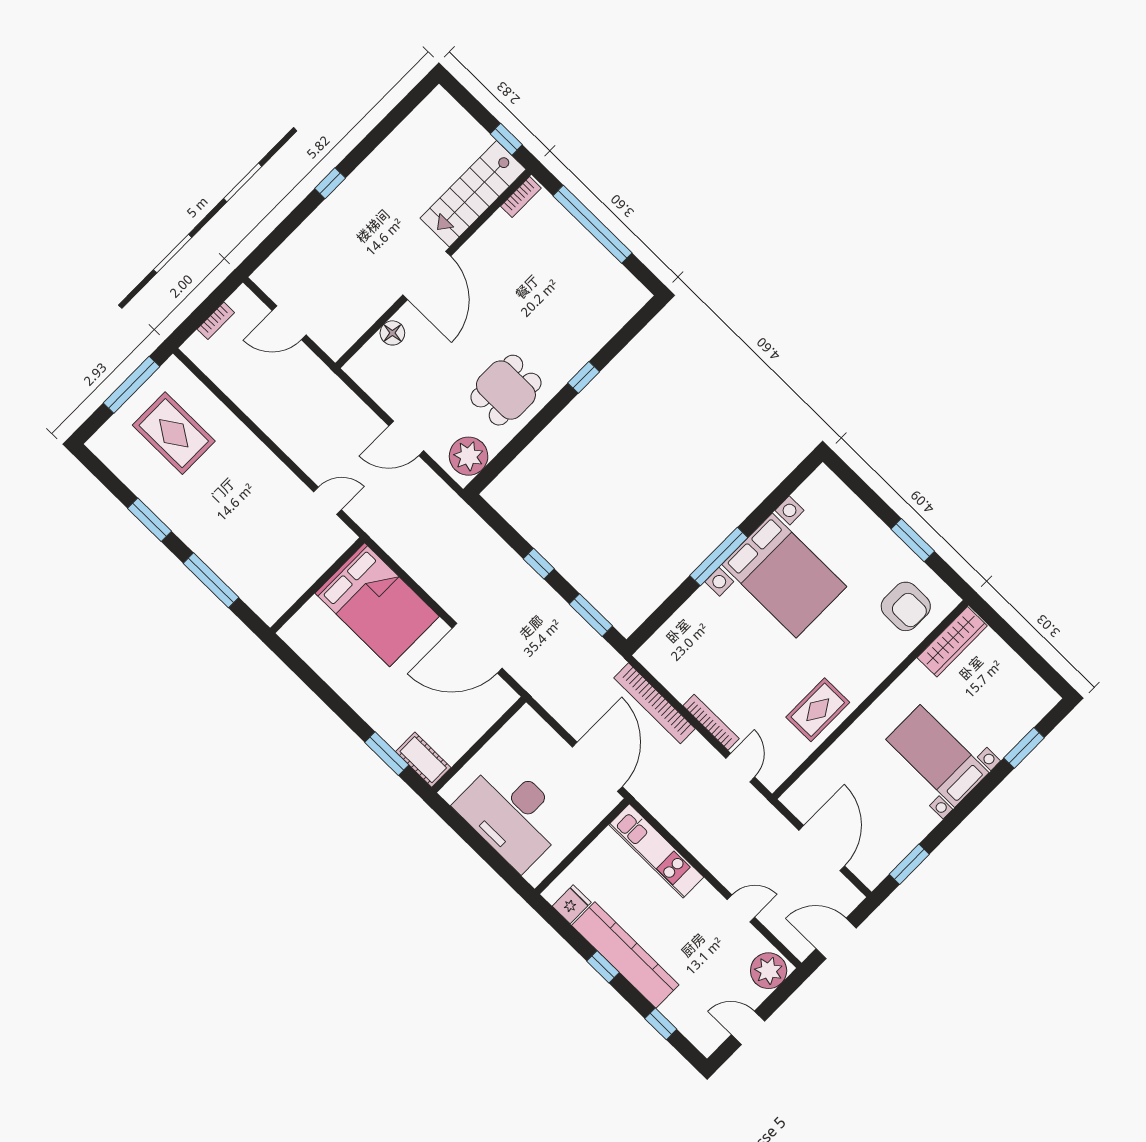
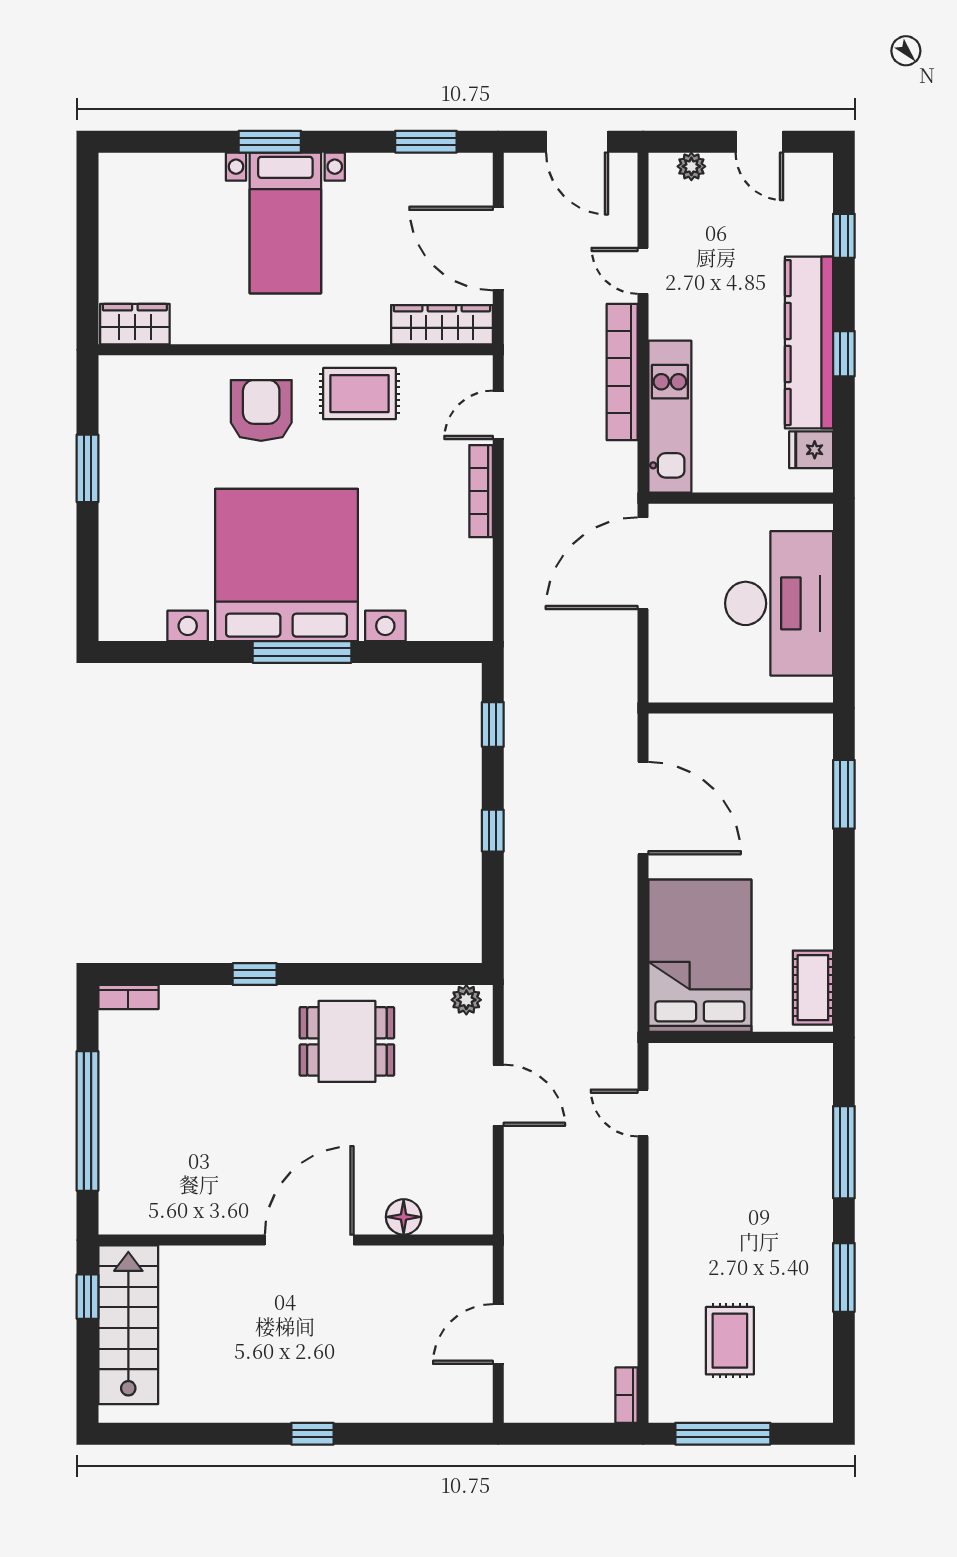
stairs: (473, 194) -> (128, 1325), moved, turned -90
bookcase: (521, 197) -> (128, 997), moved, turned 180
bookcase: (216, 321) -> (627, 1395), moved, turned -90
door: (289, 323) -> (498, 1334), swing flipped
rug: (174, 433) -> (730, 1341), width x0.73, depth x0.70
plant: (469, 456) -> (466, 1000), width x0.53, depth x0.53
bed with nightstands: (784, 575) -> (287, 565), width x1.36
armchair: (906, 606) -> (261, 410), moved
window: (591, 615) -> (493, 724), width x0.67
wardrobe: (952, 642) -> (135, 324), width x0.67
bookcase: (654, 703) -> (622, 372), moved, turned 180
window: (1024, 748) -> (270, 142), moved
cot: (423, 760) -> (813, 988), moved
wardrobe: (812, 784) -> (442, 325), added
door: (822, 848) -> (498, 248), hinge flipped
plant: (769, 971) -> (691, 166), width x0.53, depth x0.53

